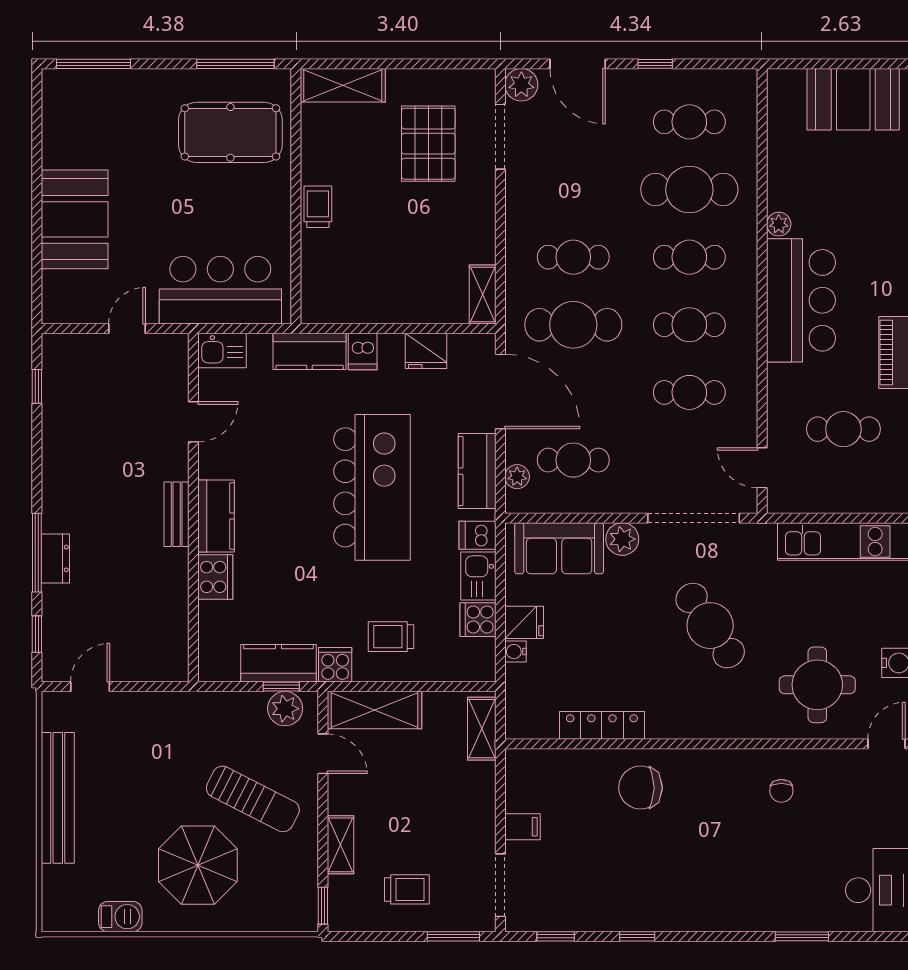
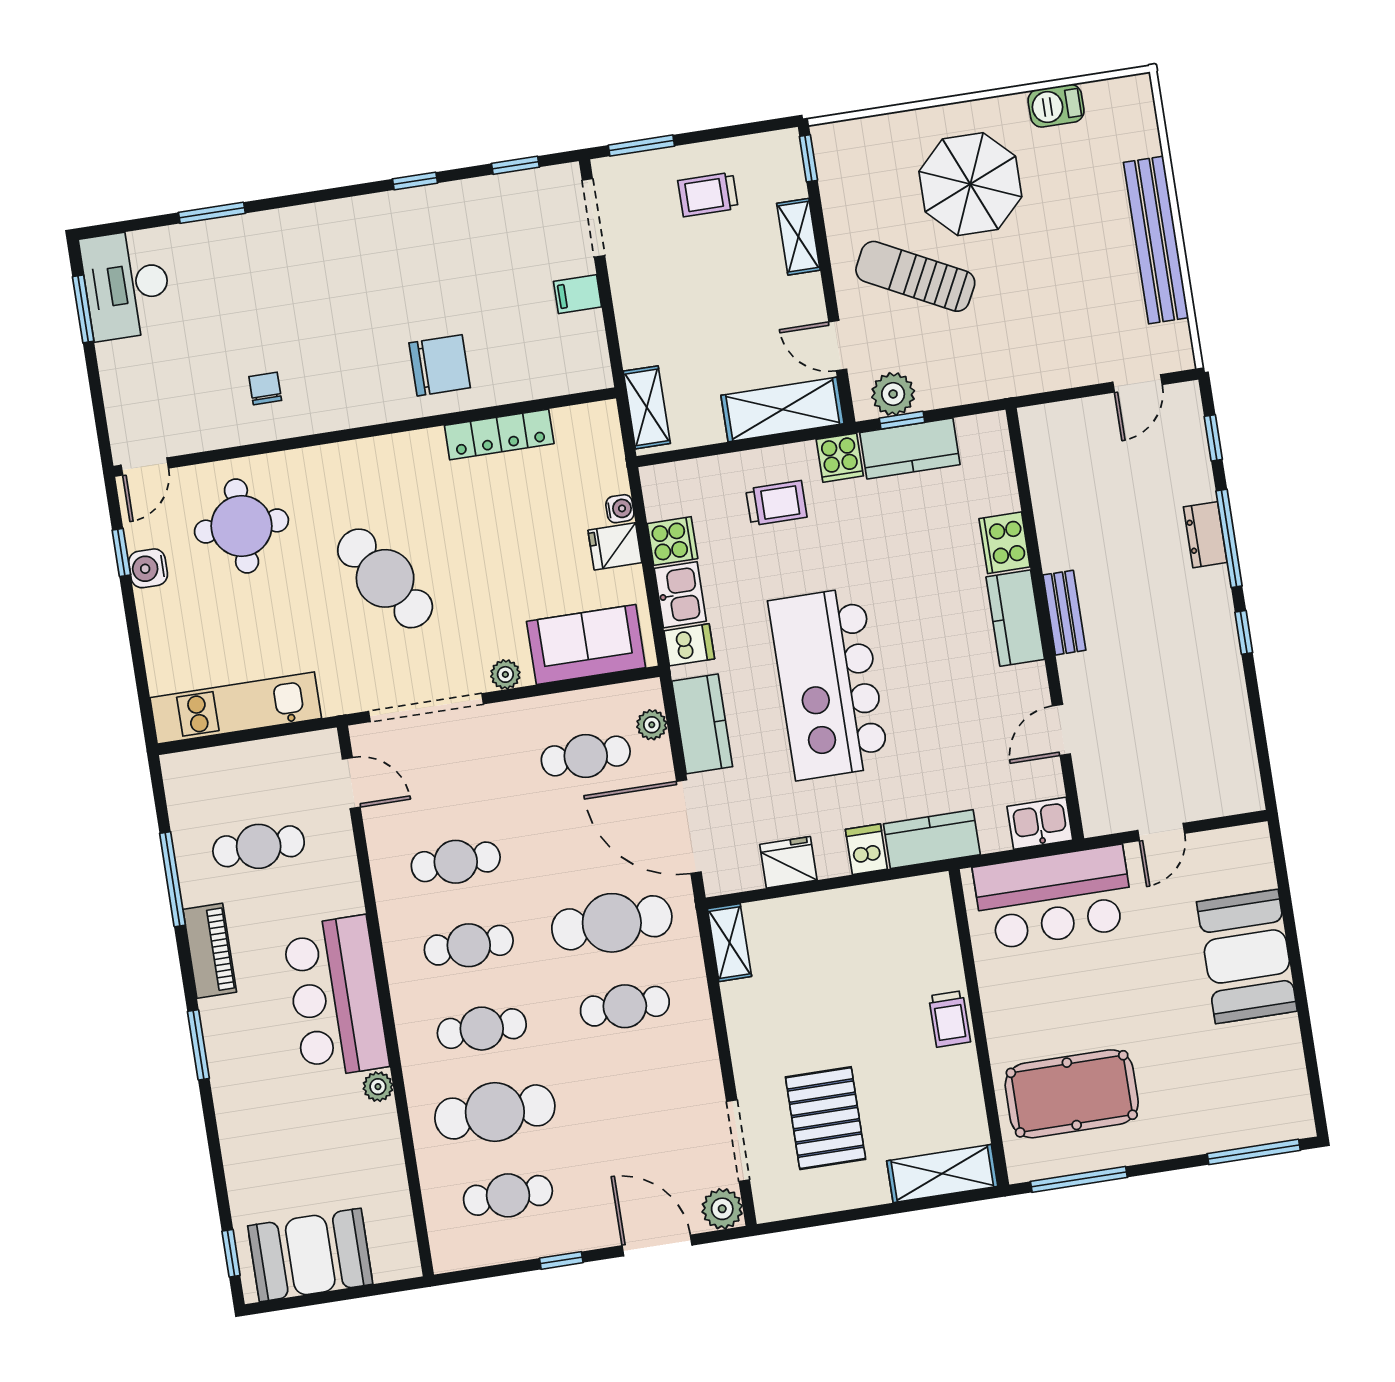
window: (37, 386) -> (1244, 632), moved
plant: (622, 539) -> (505, 674), width x0.73, depth x0.73

